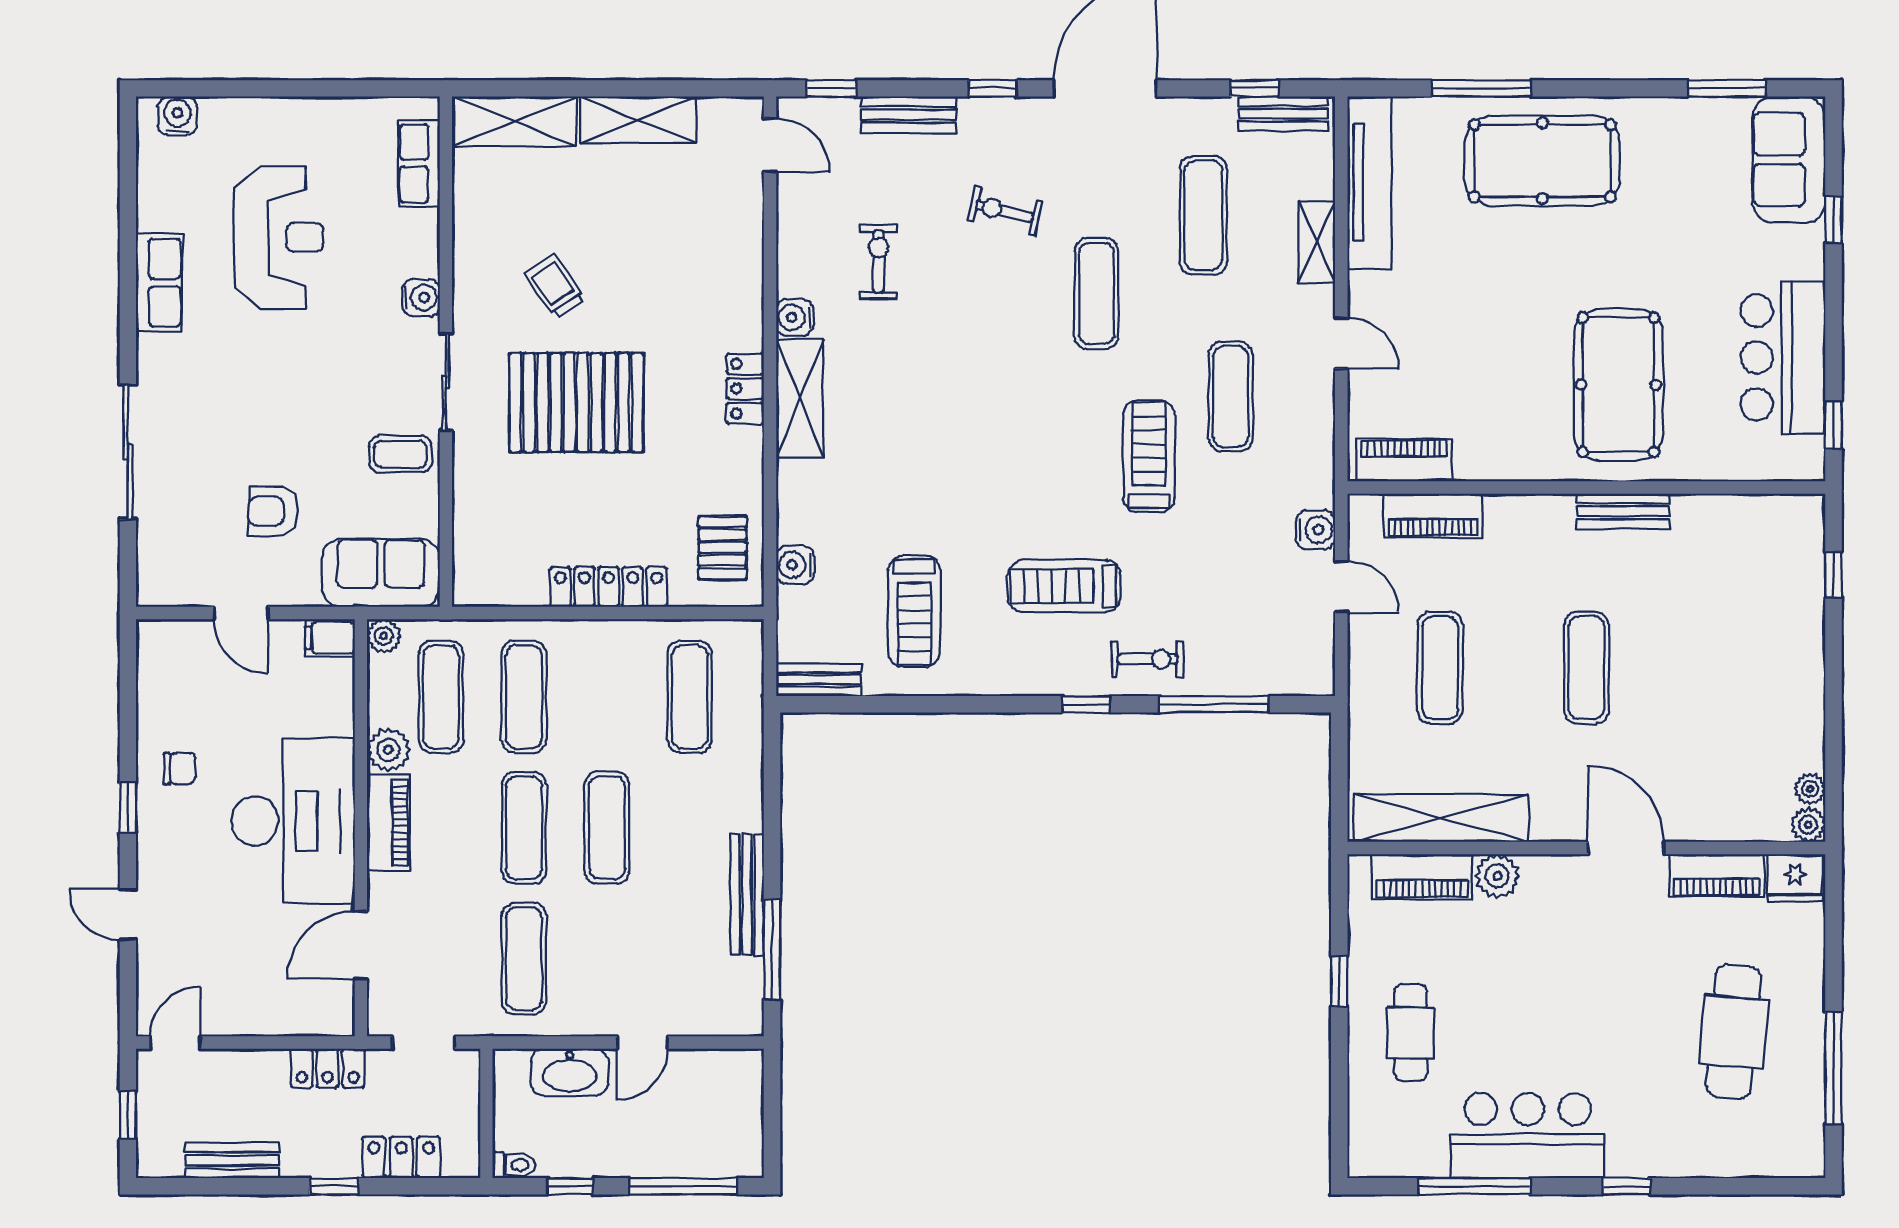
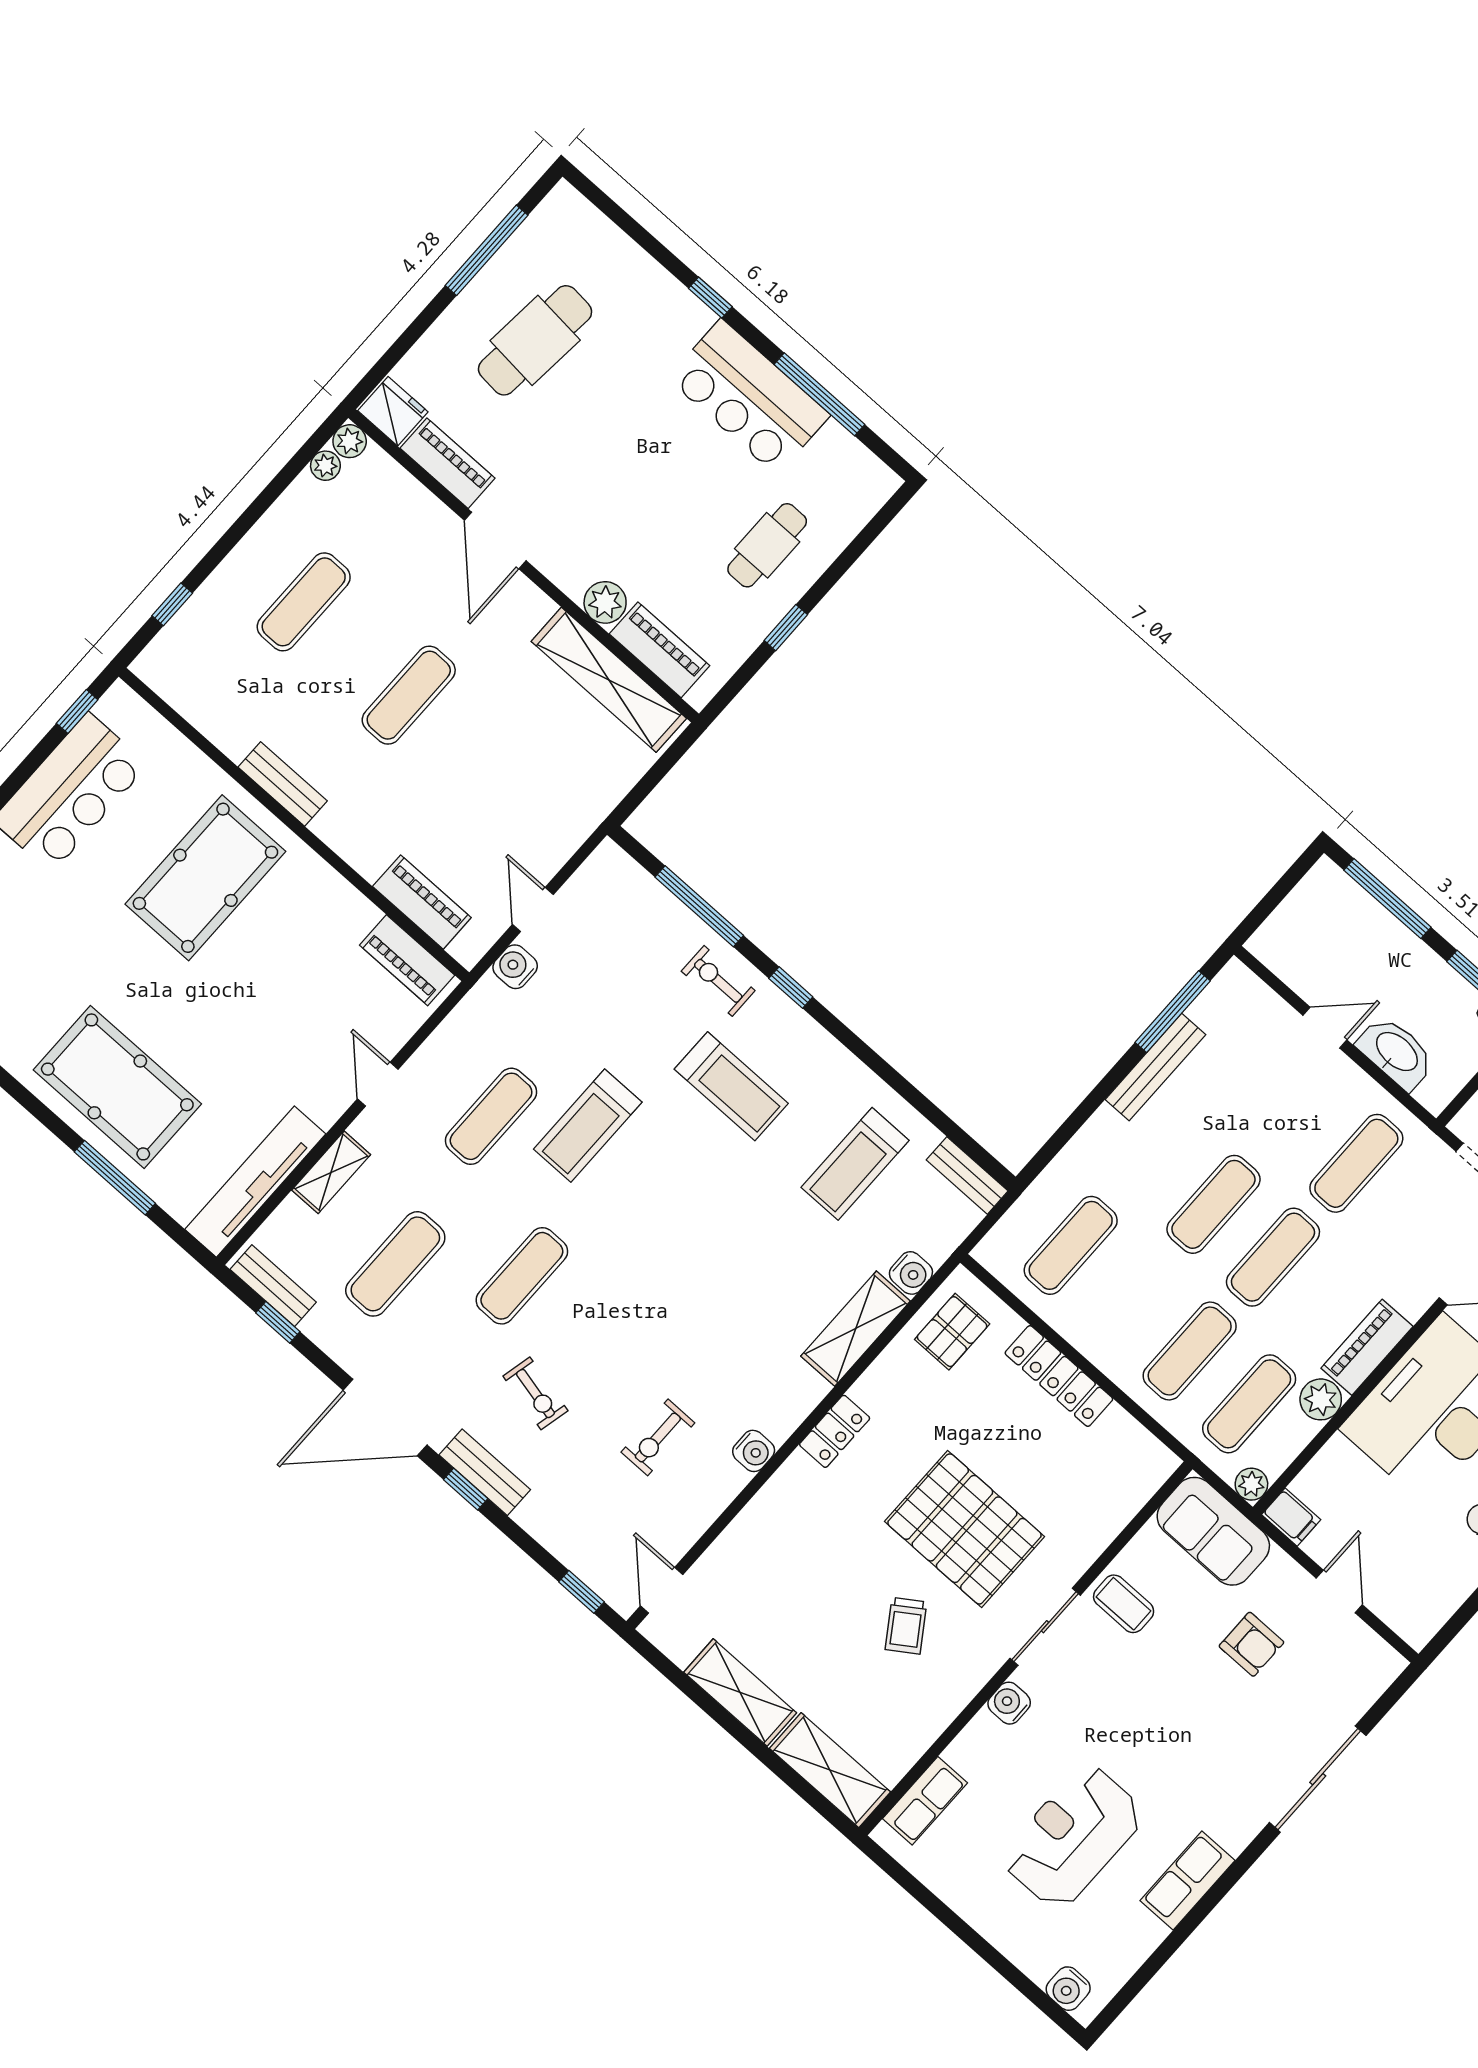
bench: (909, 115) -> (485, 1472), moved
shelving: (800, 398) -> (856, 1329), moved
treadmill: (914, 611) -> (855, 1164), turned 180
exercise mat: (1440, 668) -> (304, 602), moved

